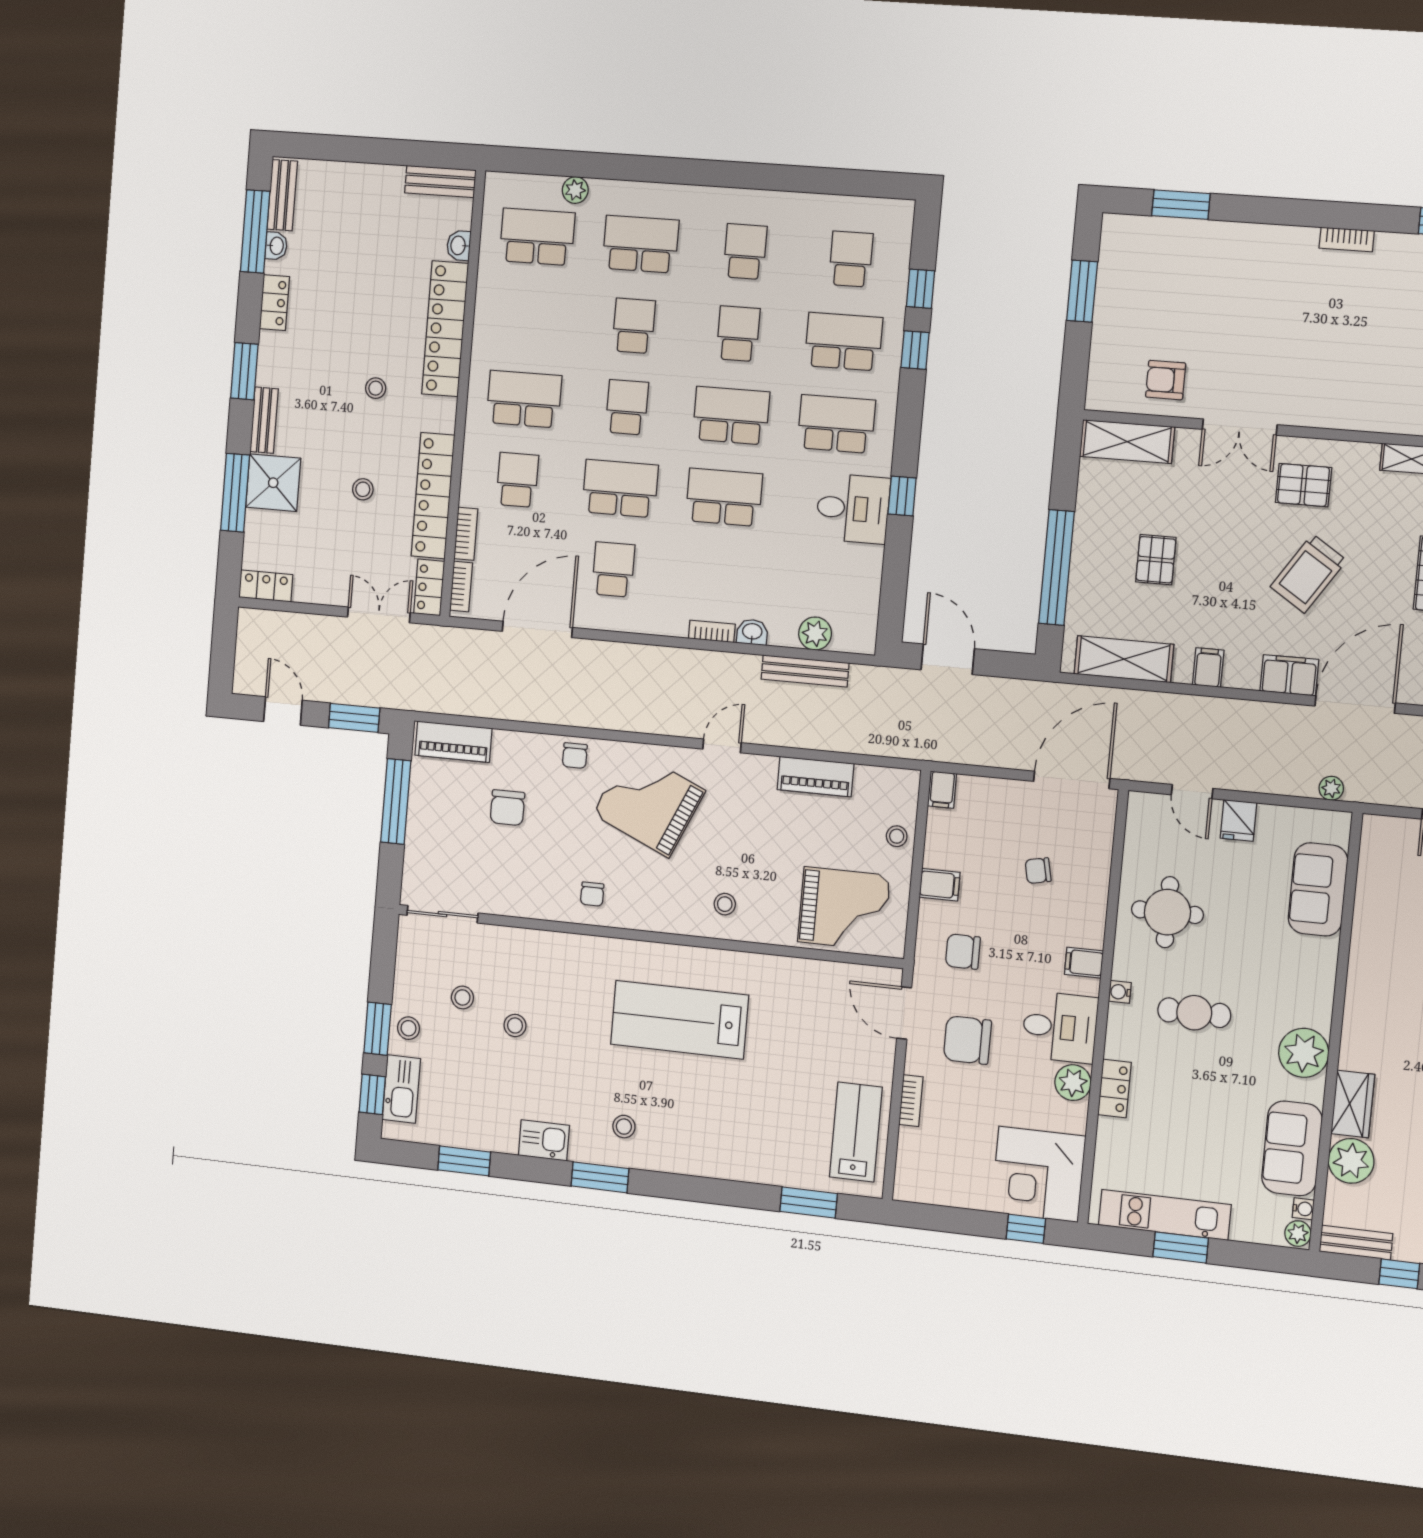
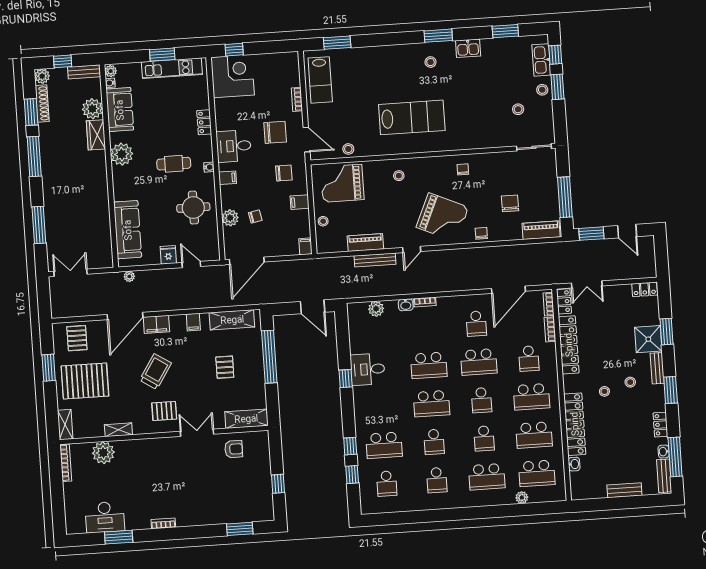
bench: (440, 181) -> (624, 490), moved
window: (1082, 291) -> (278, 484), width x0.67
school desk: (836, 424) -> (534, 435), moved
stool: (363, 489) -> (630, 382), moved
window: (235, 493) -> (667, 332), width x0.69
bench: (805, 671) -> (375, 260), moved
sofa: (1318, 889) -> (128, 230), width x1.36
stool: (515, 1025) -> (348, 149), moved
plant: (1073, 1083) -> (230, 218), moved

